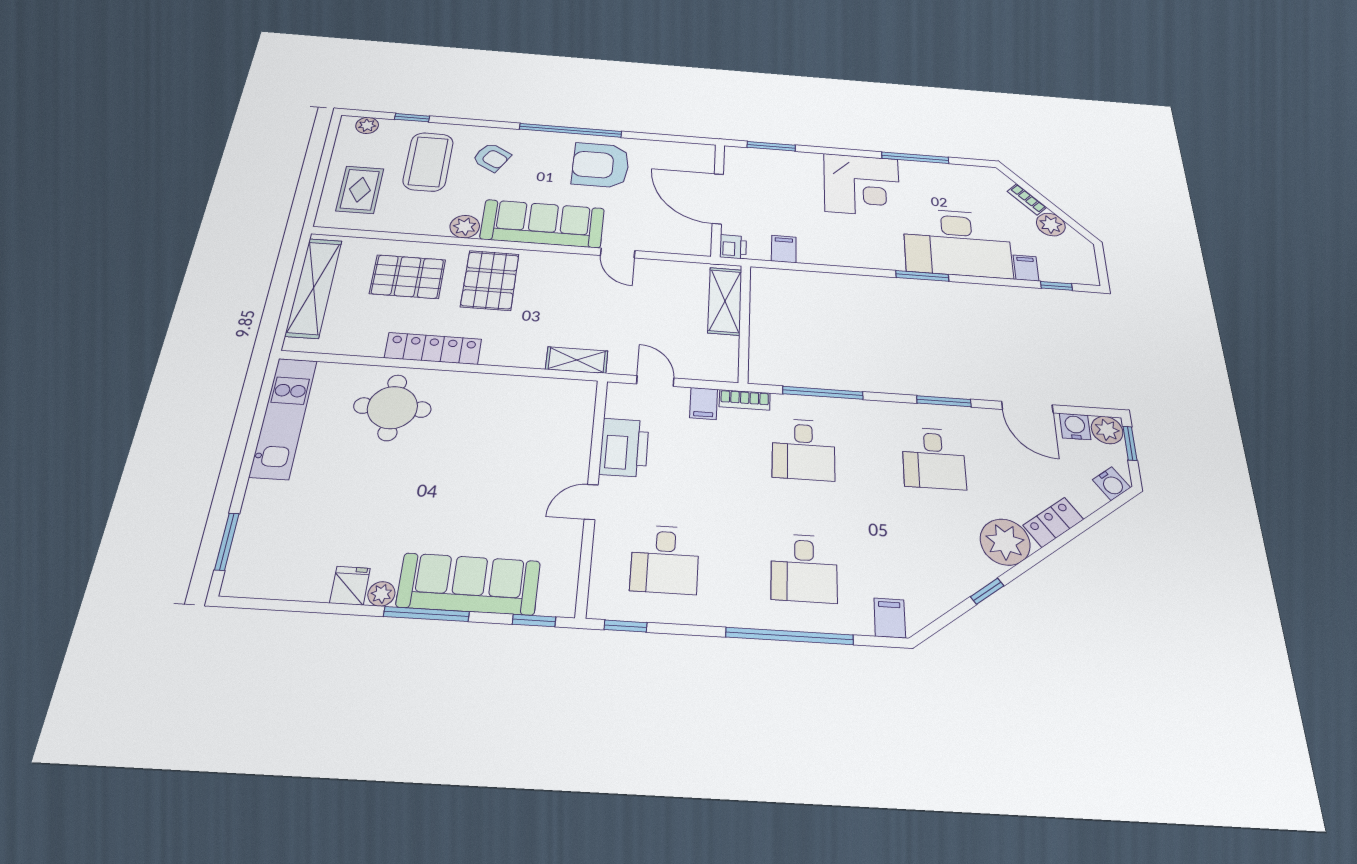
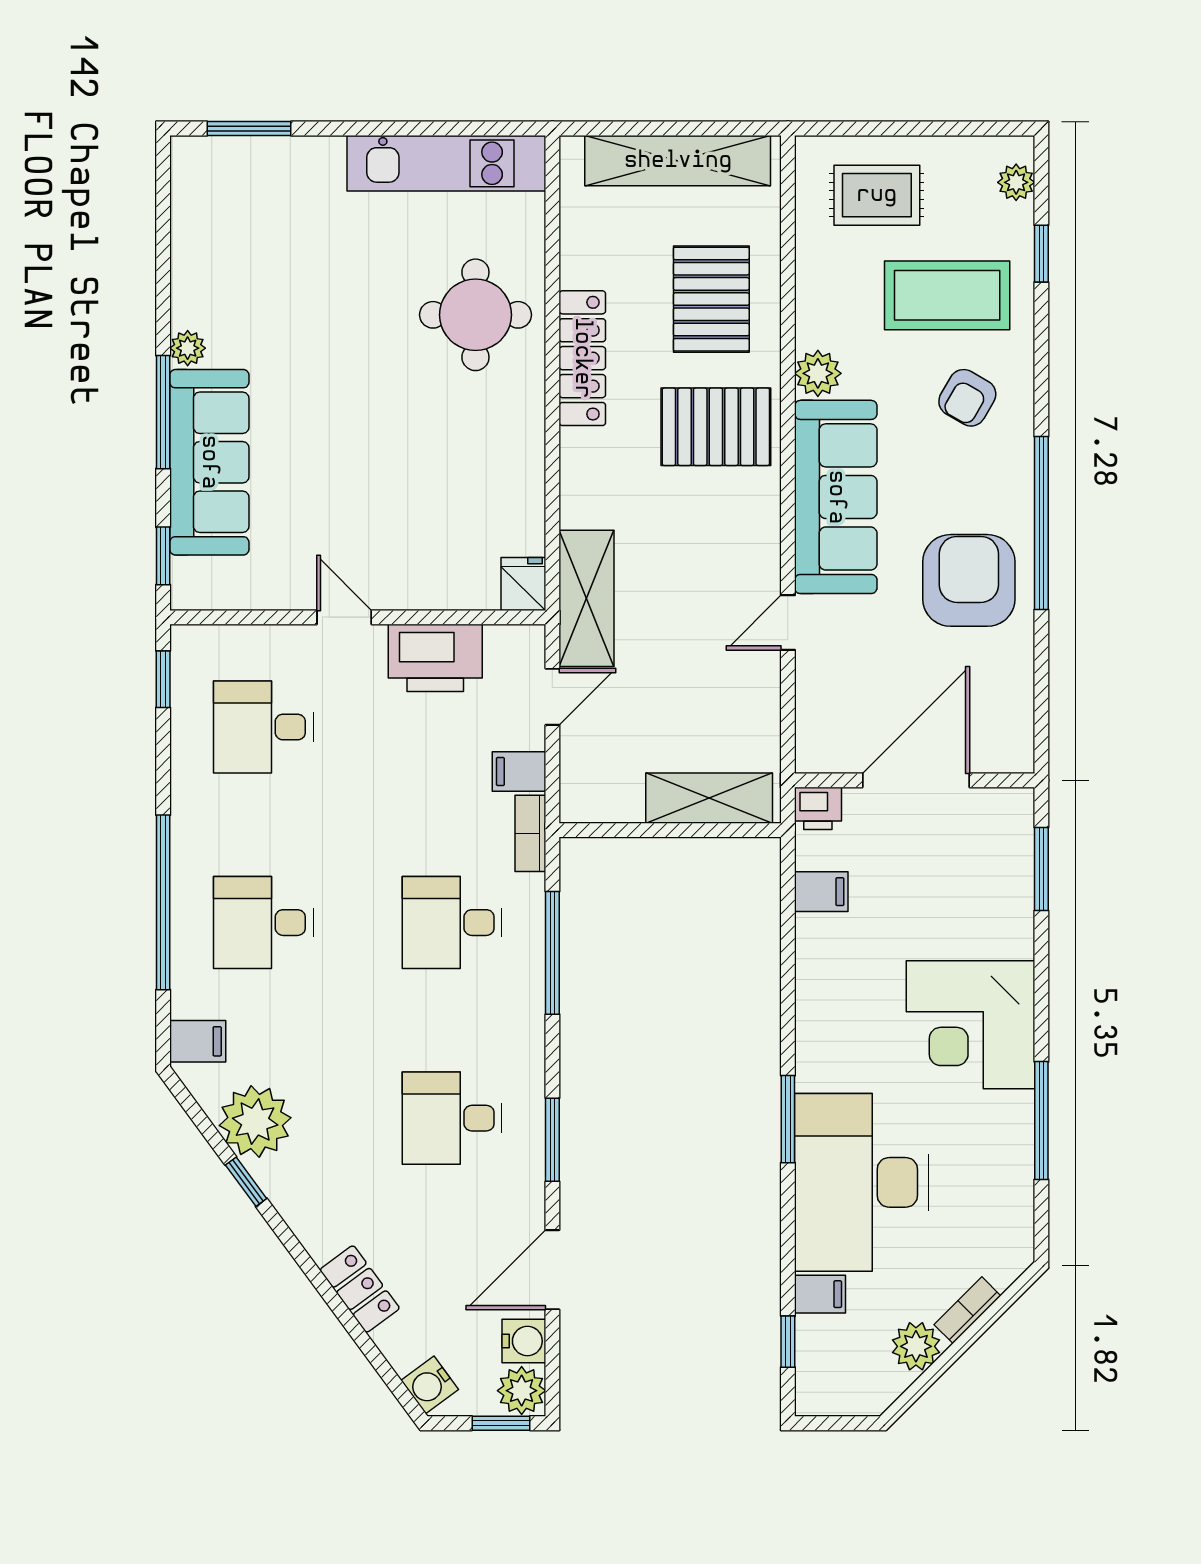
shelving: (577, 360) -> (587, 598), width x1.50, depth x1.33
plant: (1005, 542) -> (255, 1122), moved
fridge: (350, 586) -> (523, 584), moved, turned -90

